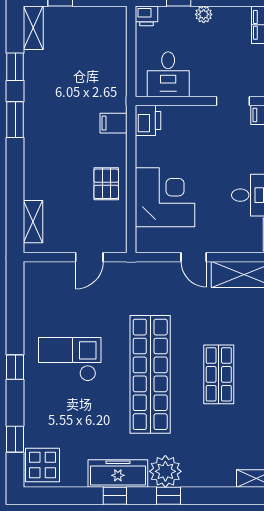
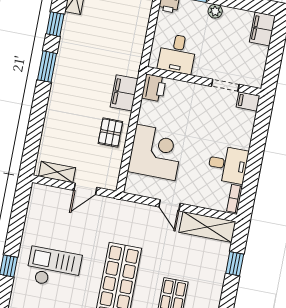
filing cabinet: (113, 123) -> (124, 93), width x2.00
shelving: (33, 222) -> (57, 172), moved, turned 90

